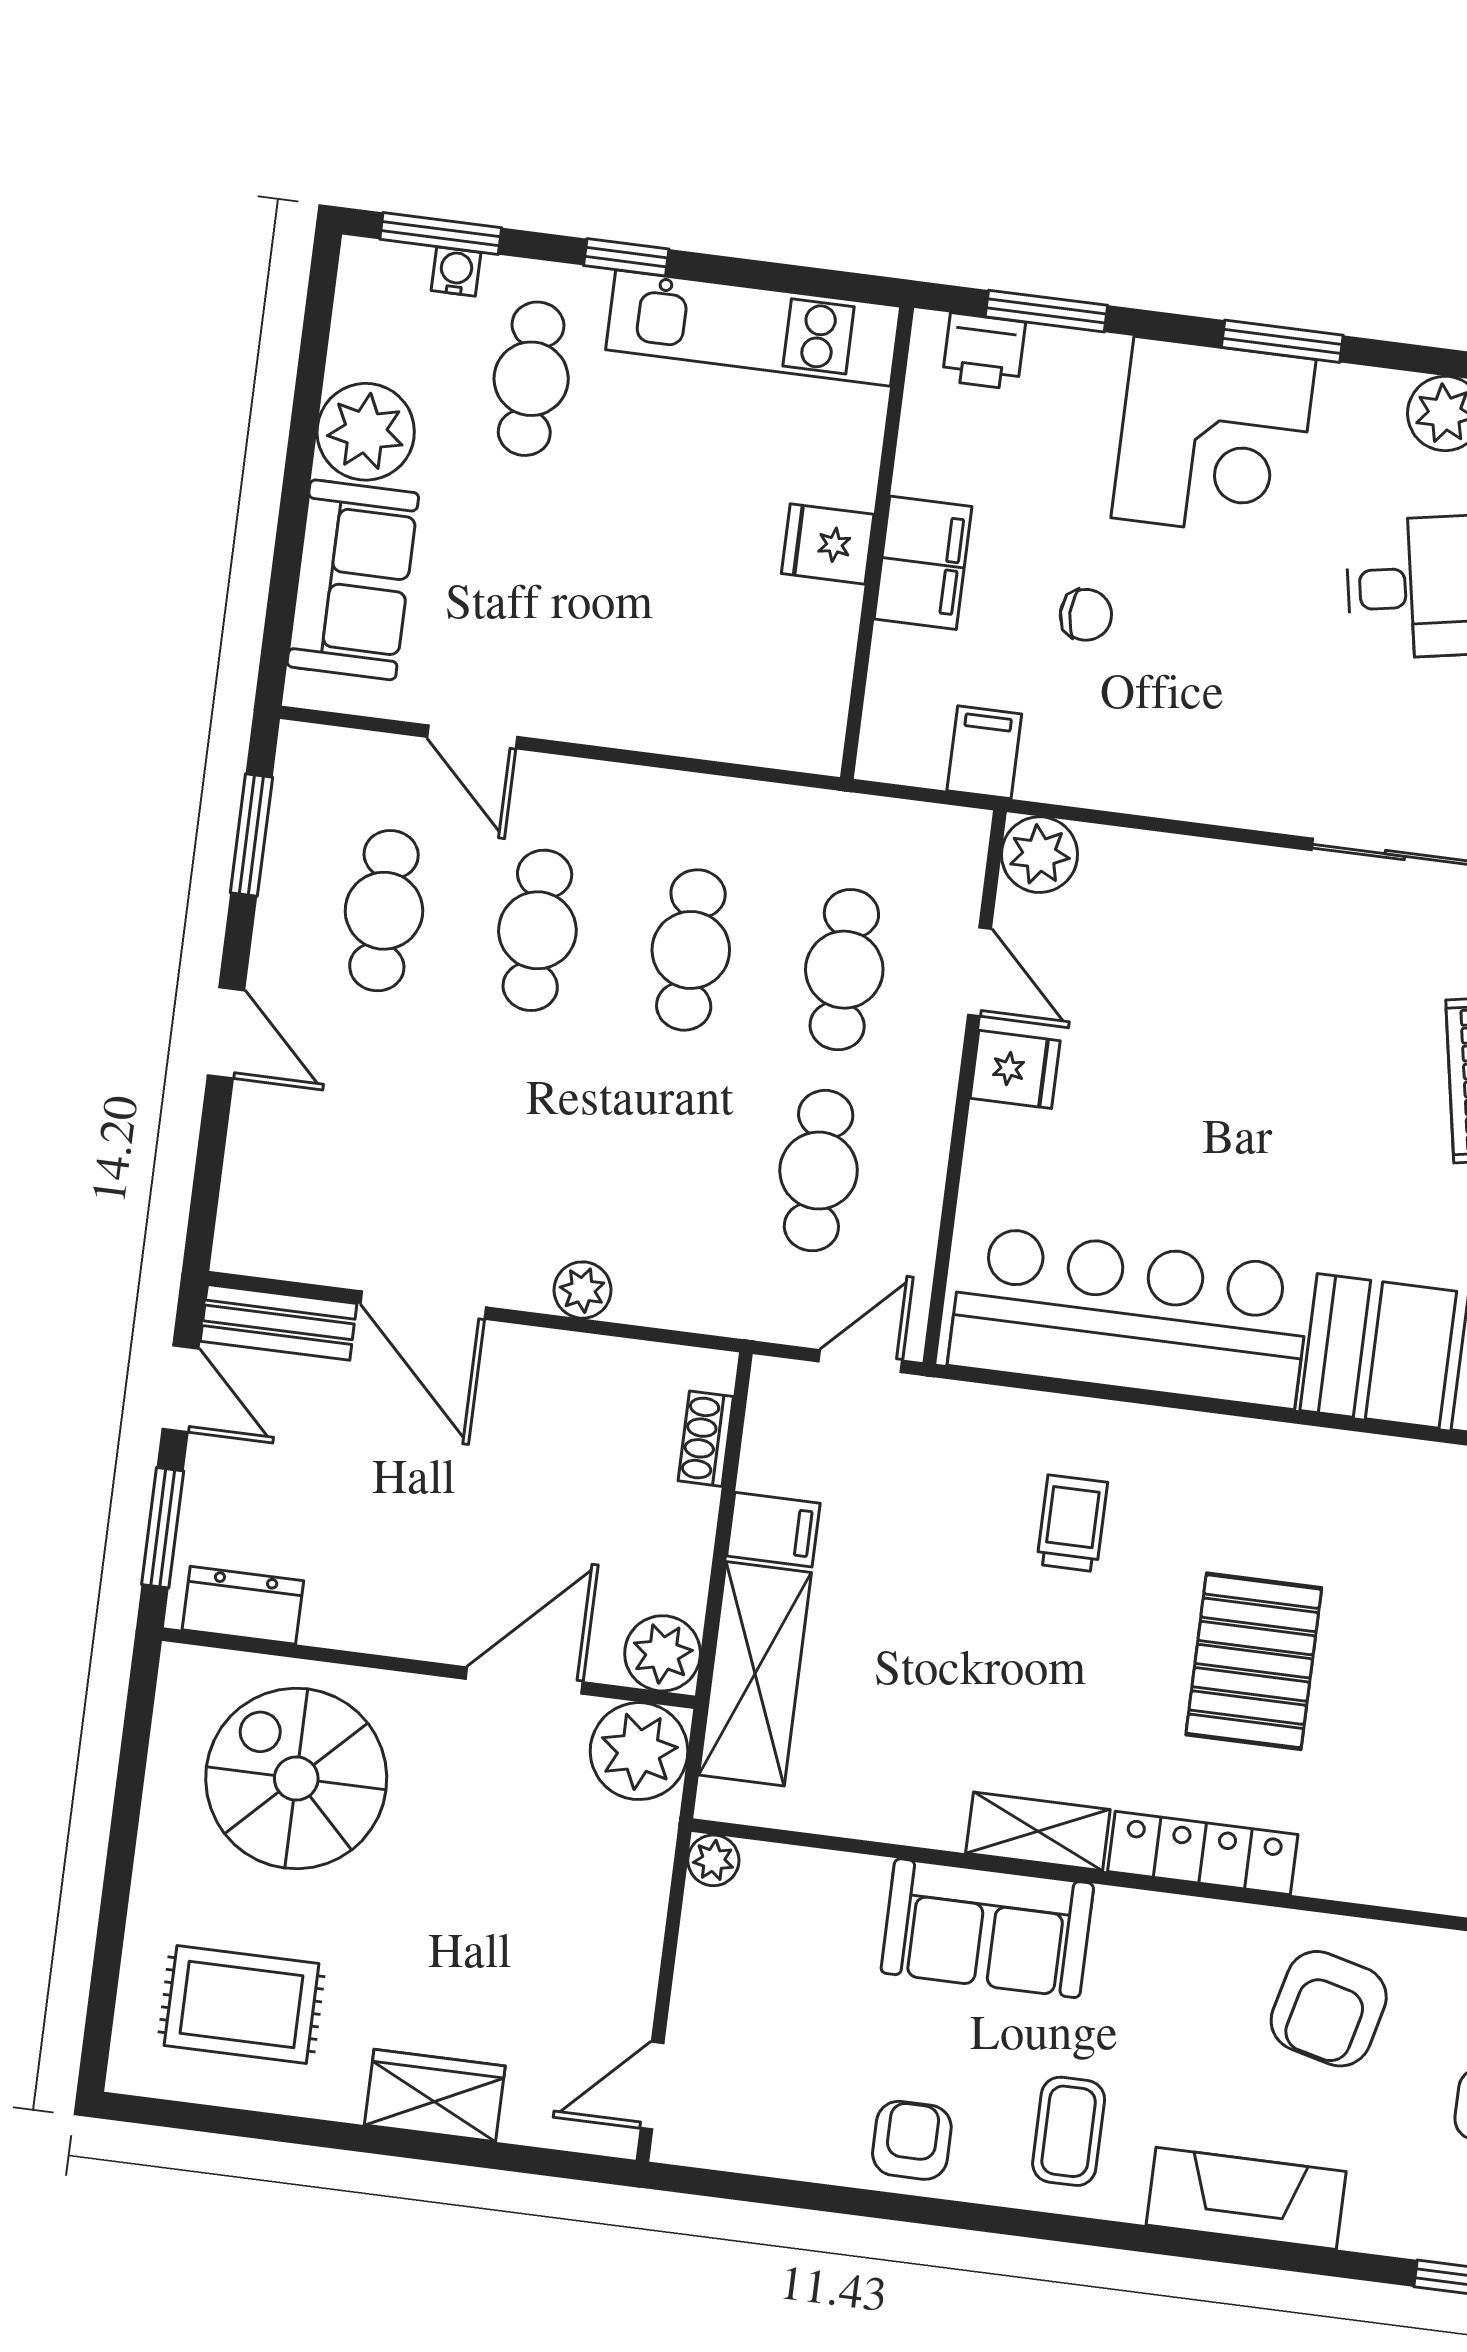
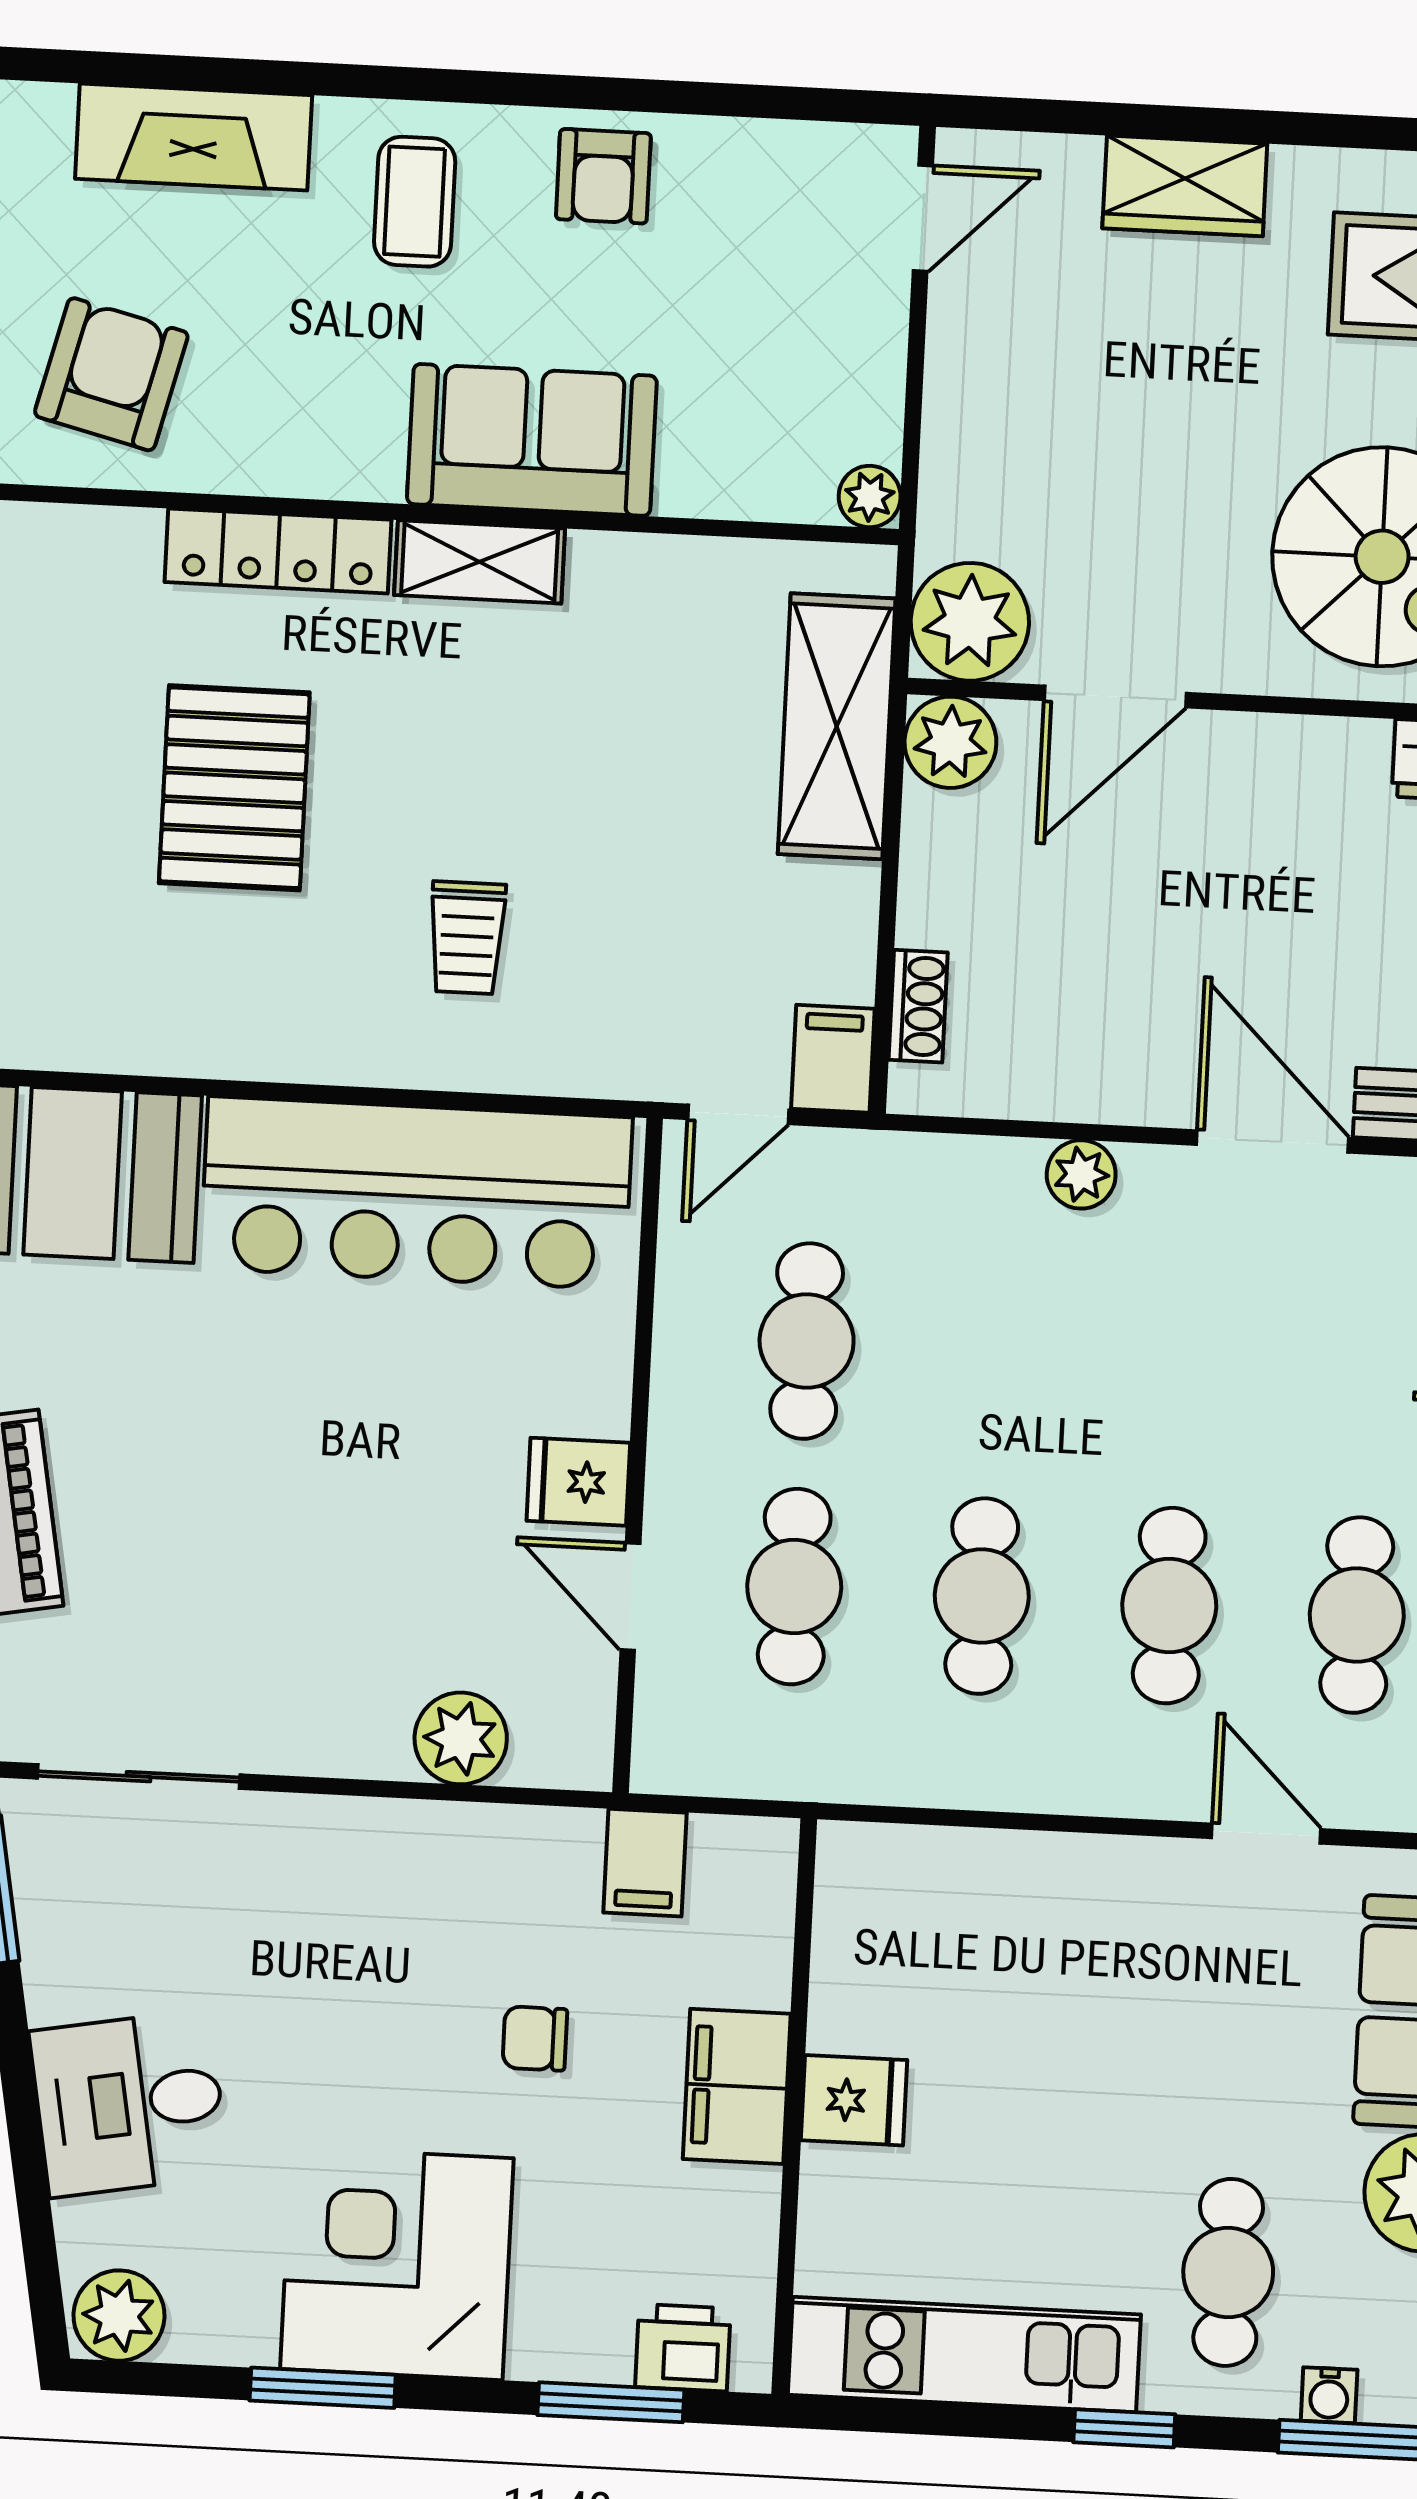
plant: (1040, 855) -> (461, 1738), moved
filing cabinet: (773, 1530) -> (833, 1059), moved, turned 90

